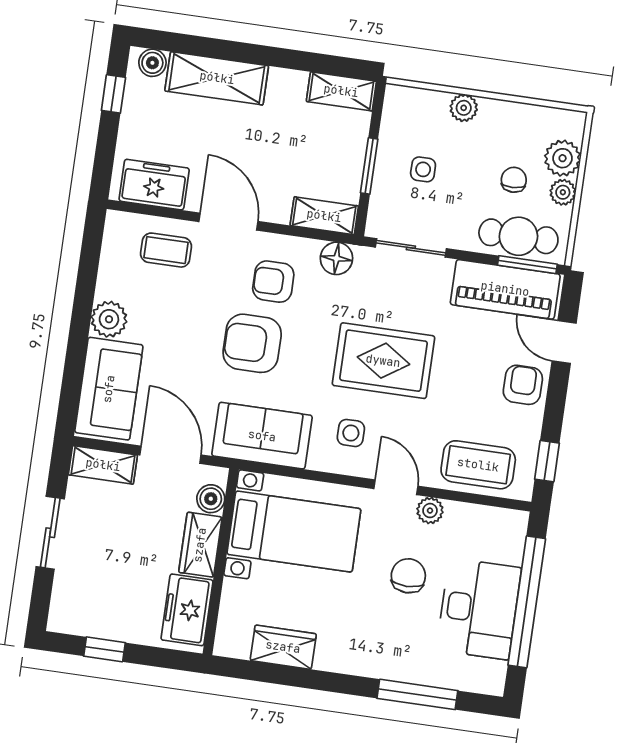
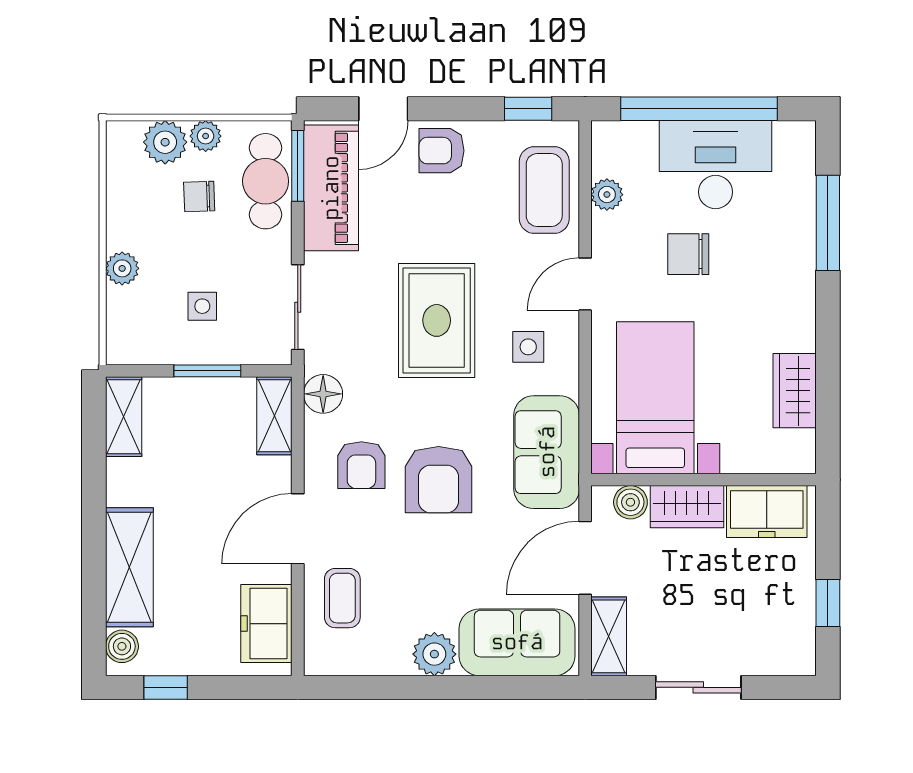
plant: (430, 511) -> (607, 195), moved

